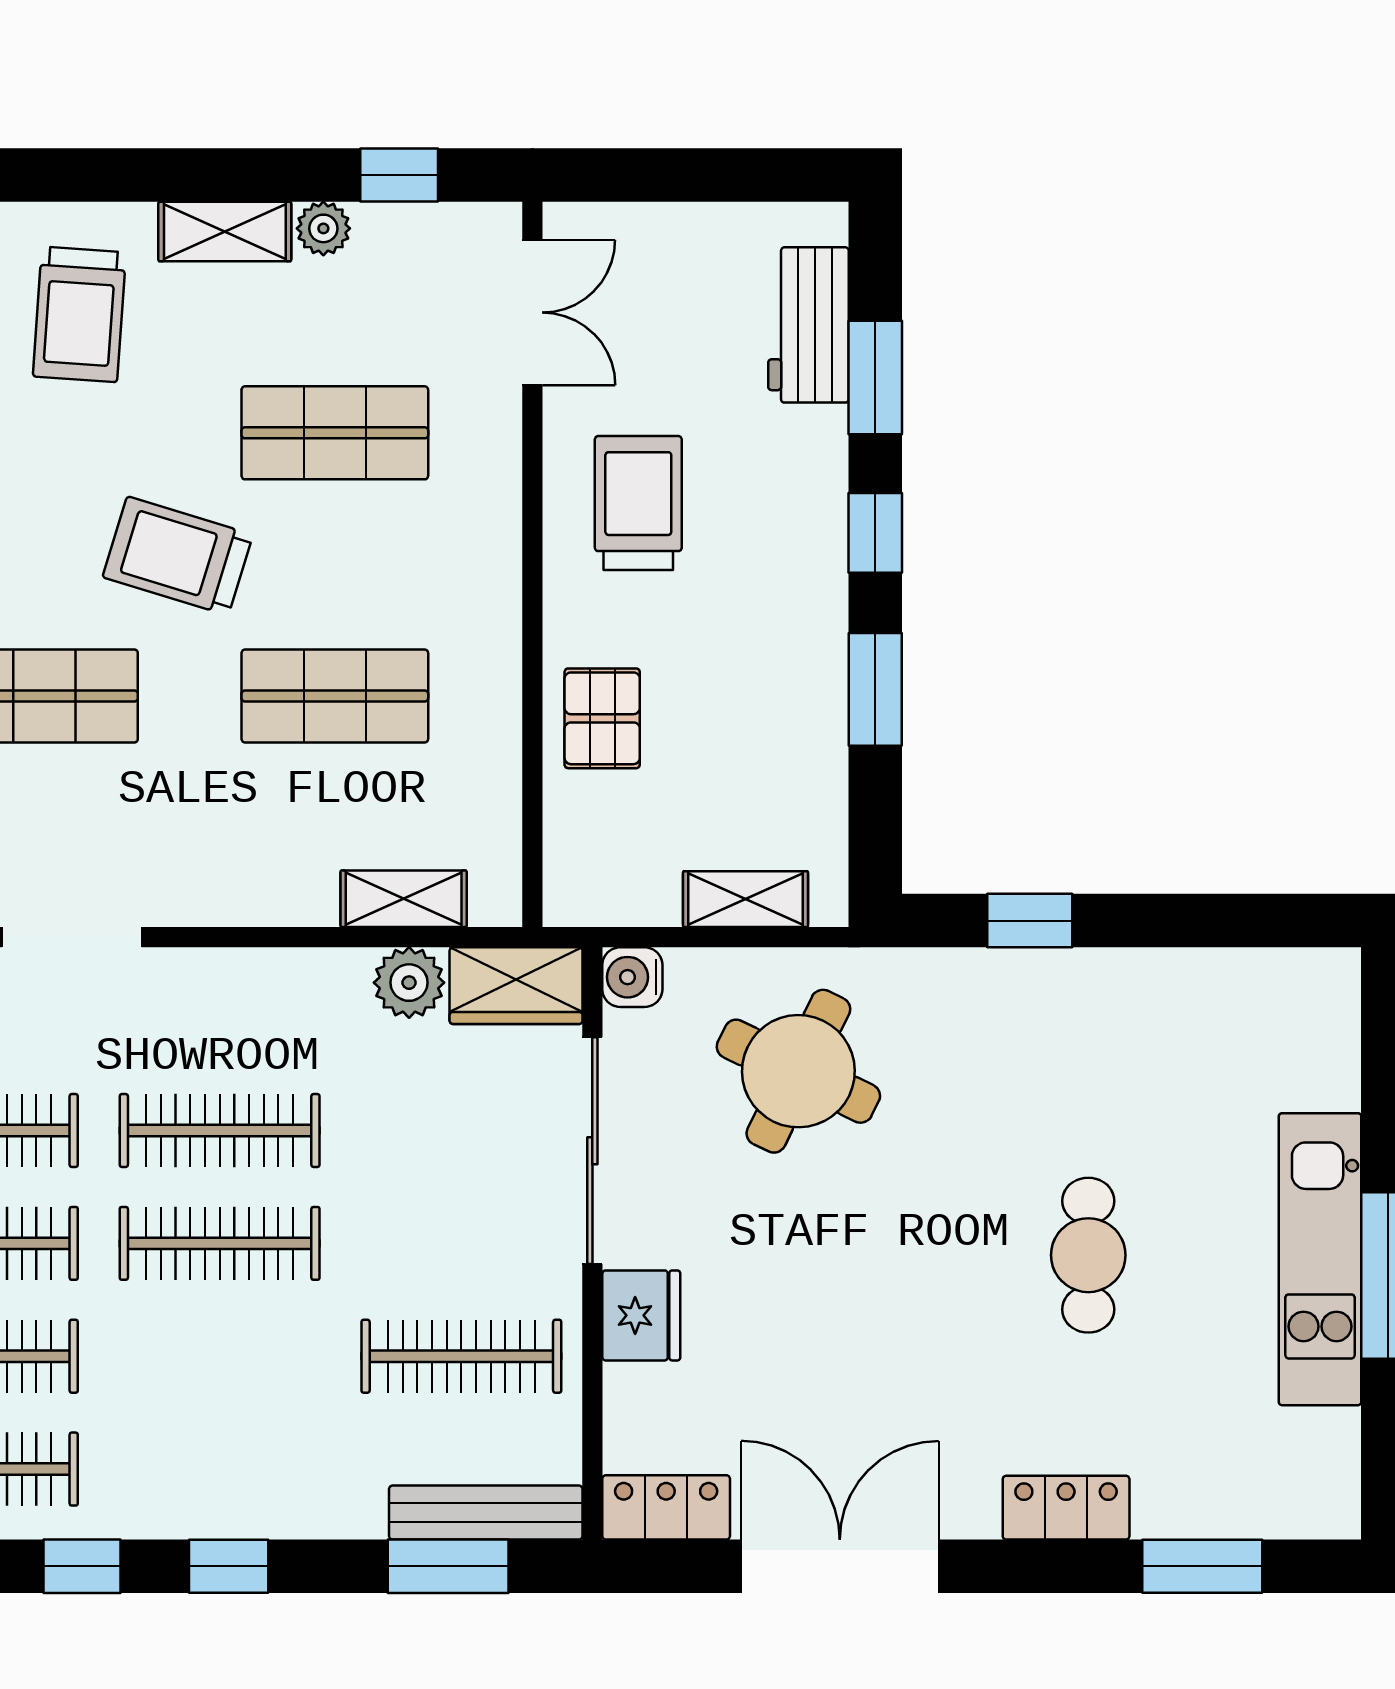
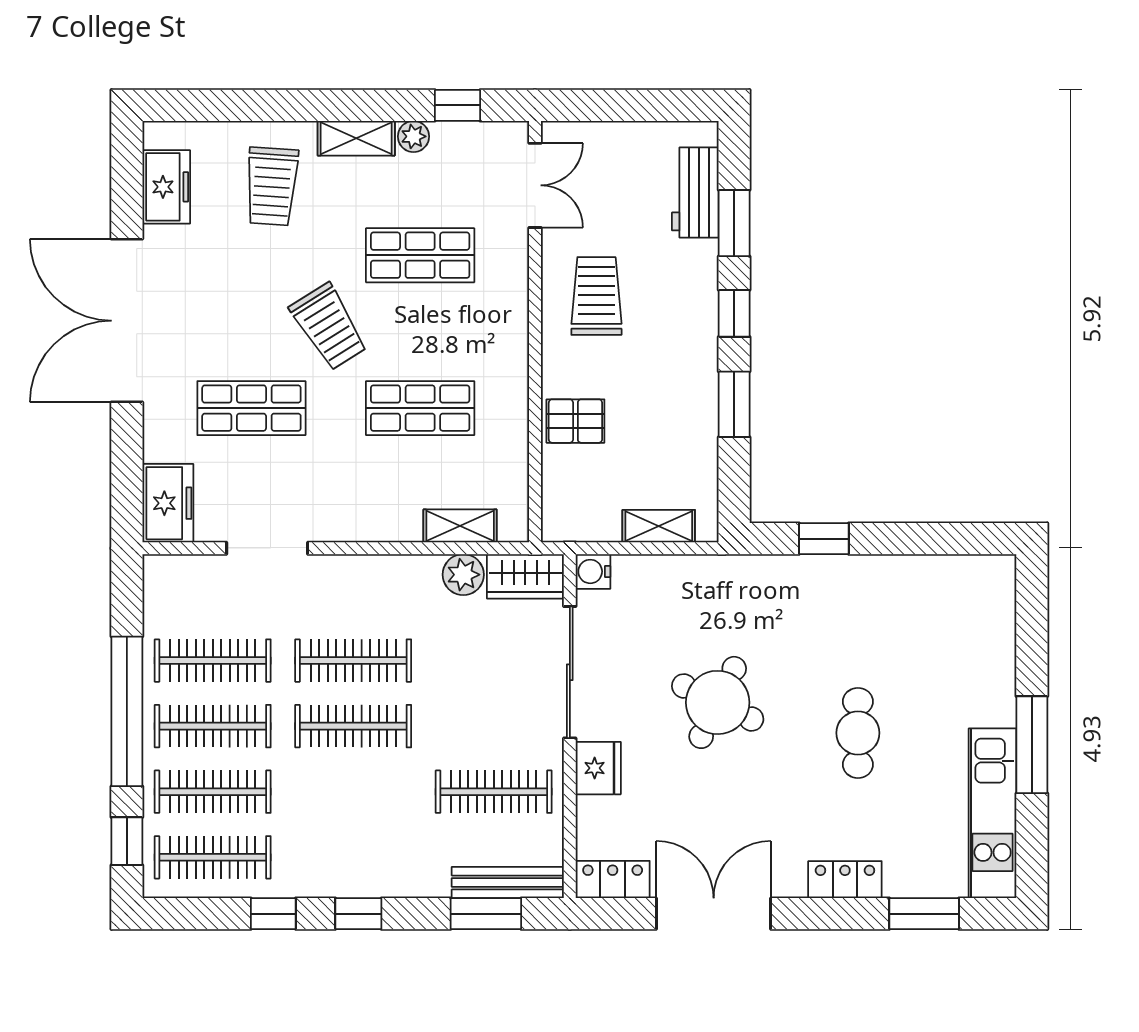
trolley: (178, 556) -> (329, 327), turned -139
pallet: (602, 718) -> (575, 421), turned 90
round table: (798, 1071) -> (718, 702), moved
kitchen unit: (1320, 1259) -> (993, 813), moved

